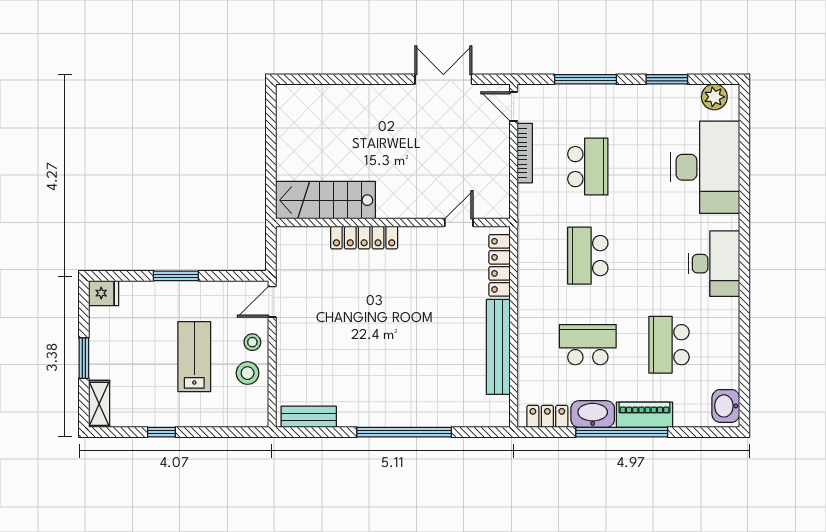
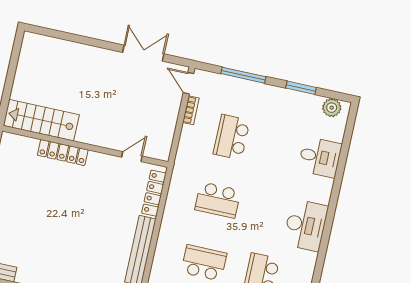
bookcase: (525, 153) -> (191, 110), width x0.64
school desk: (588, 167) -> (232, 137), turned 180
desk: (705, 167) -> (320, 157), width x0.53, depth x0.77
school desk: (588, 256) -> (218, 200), turned -90

